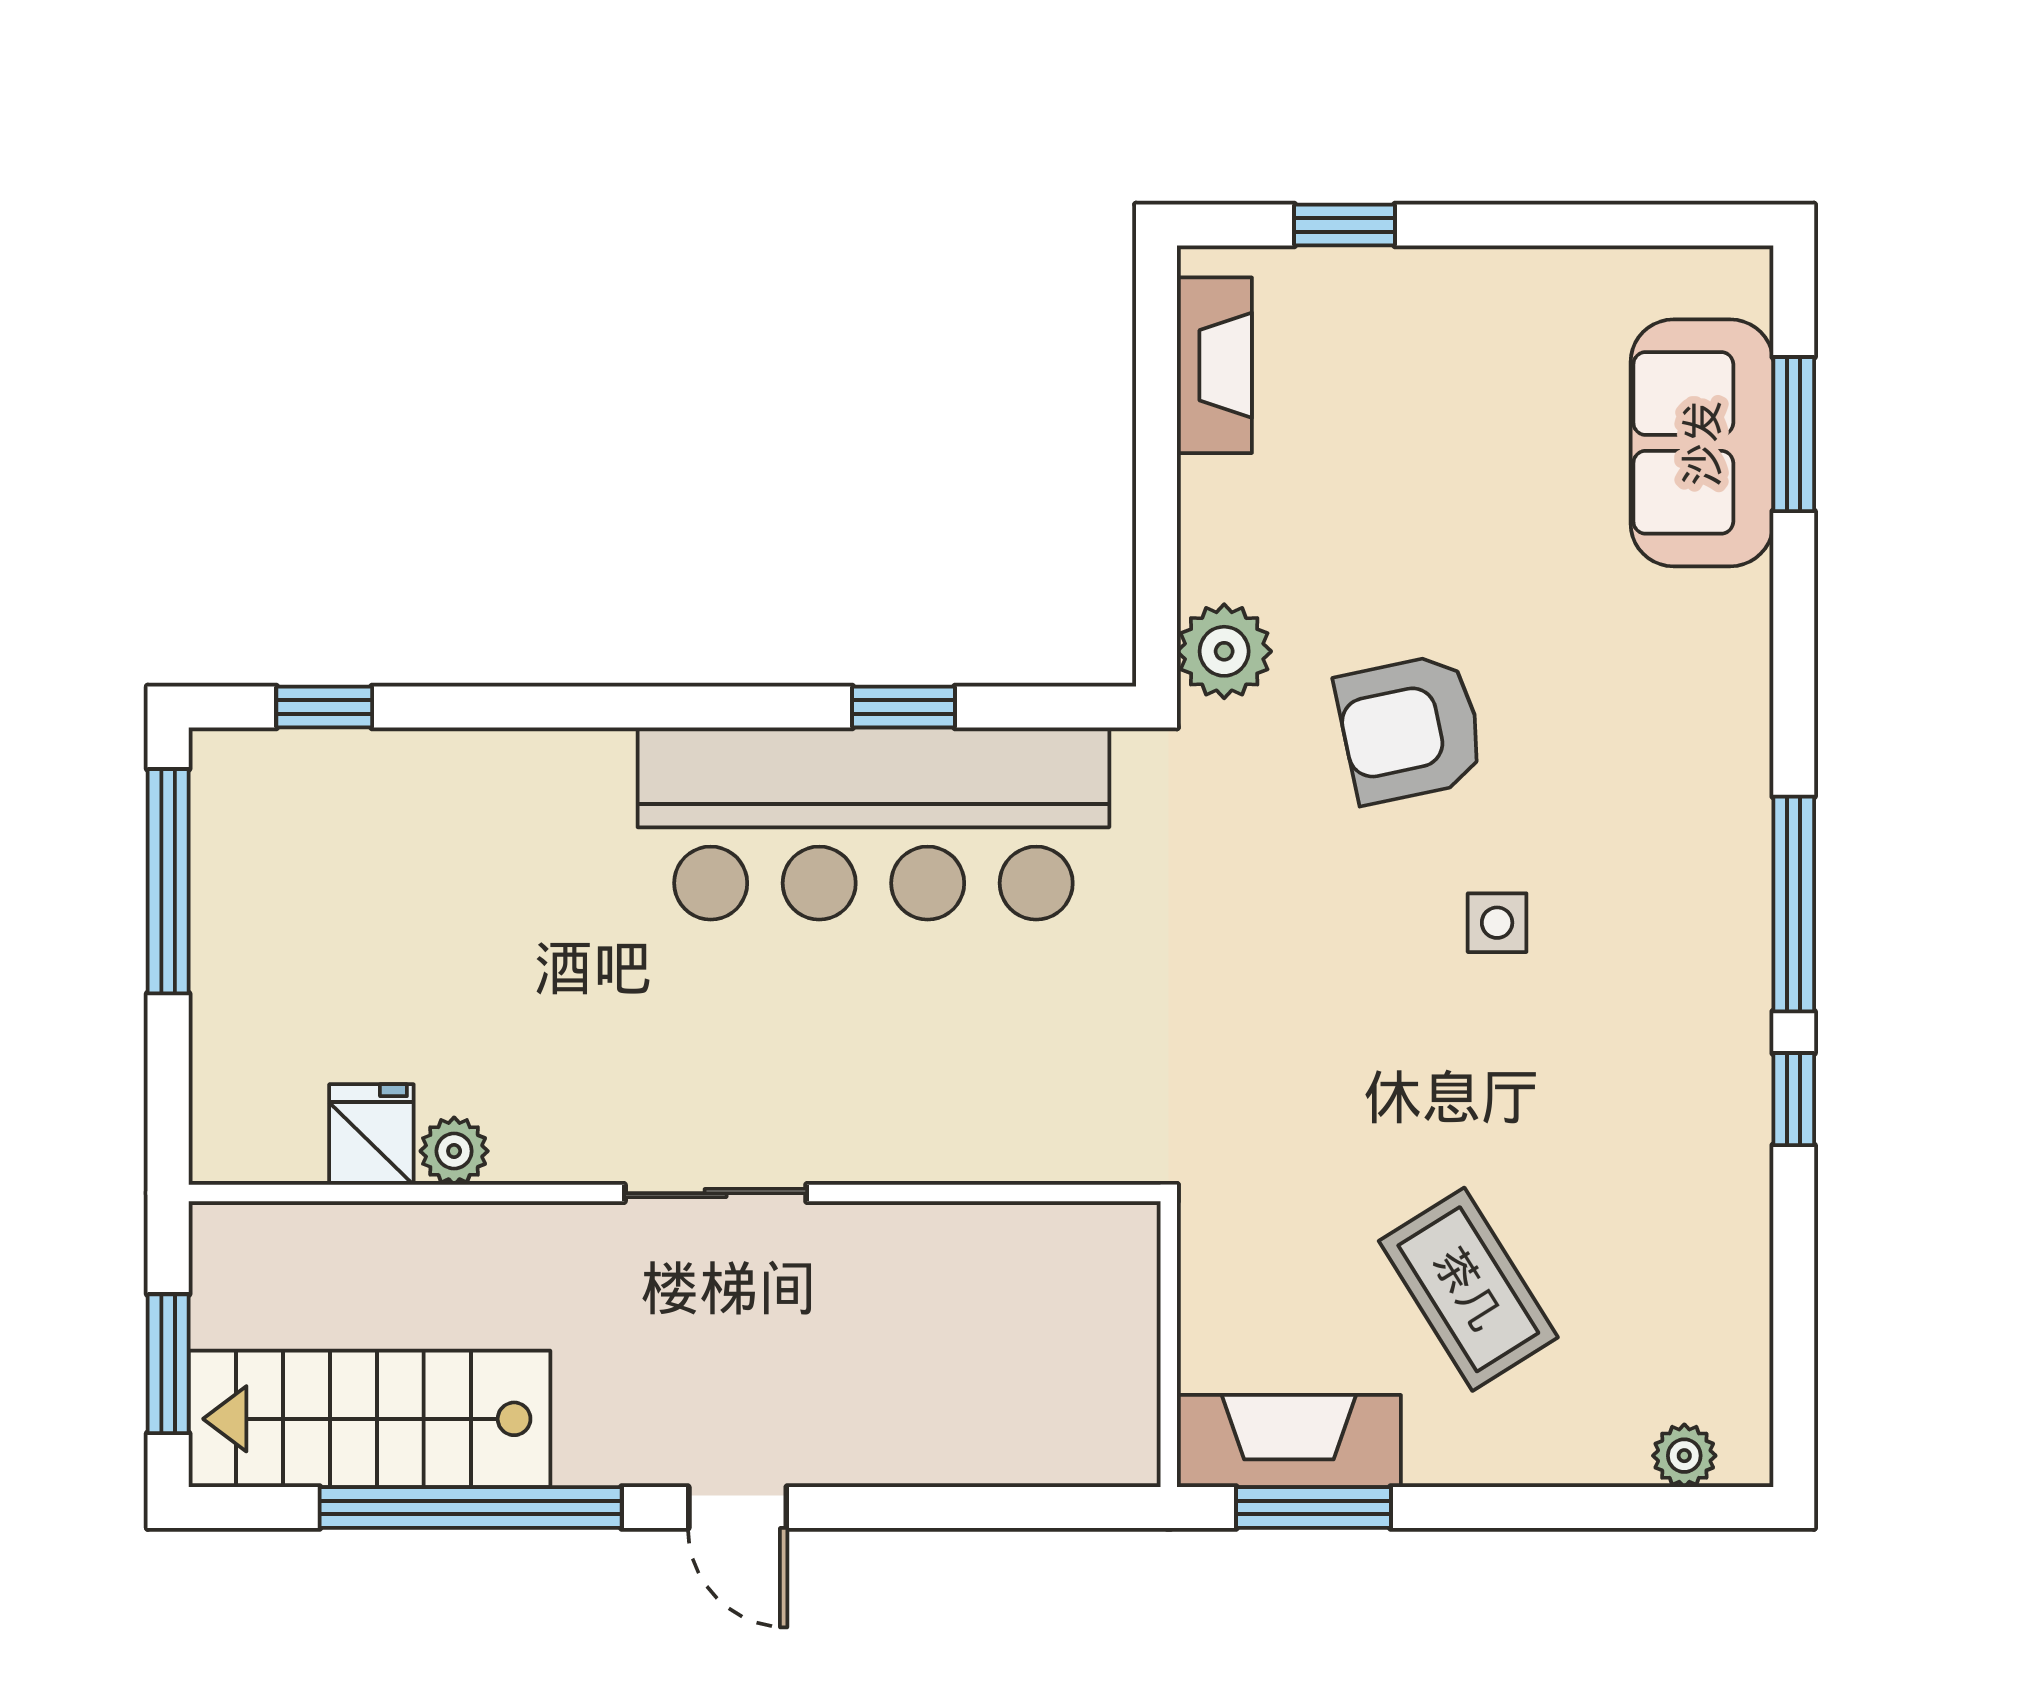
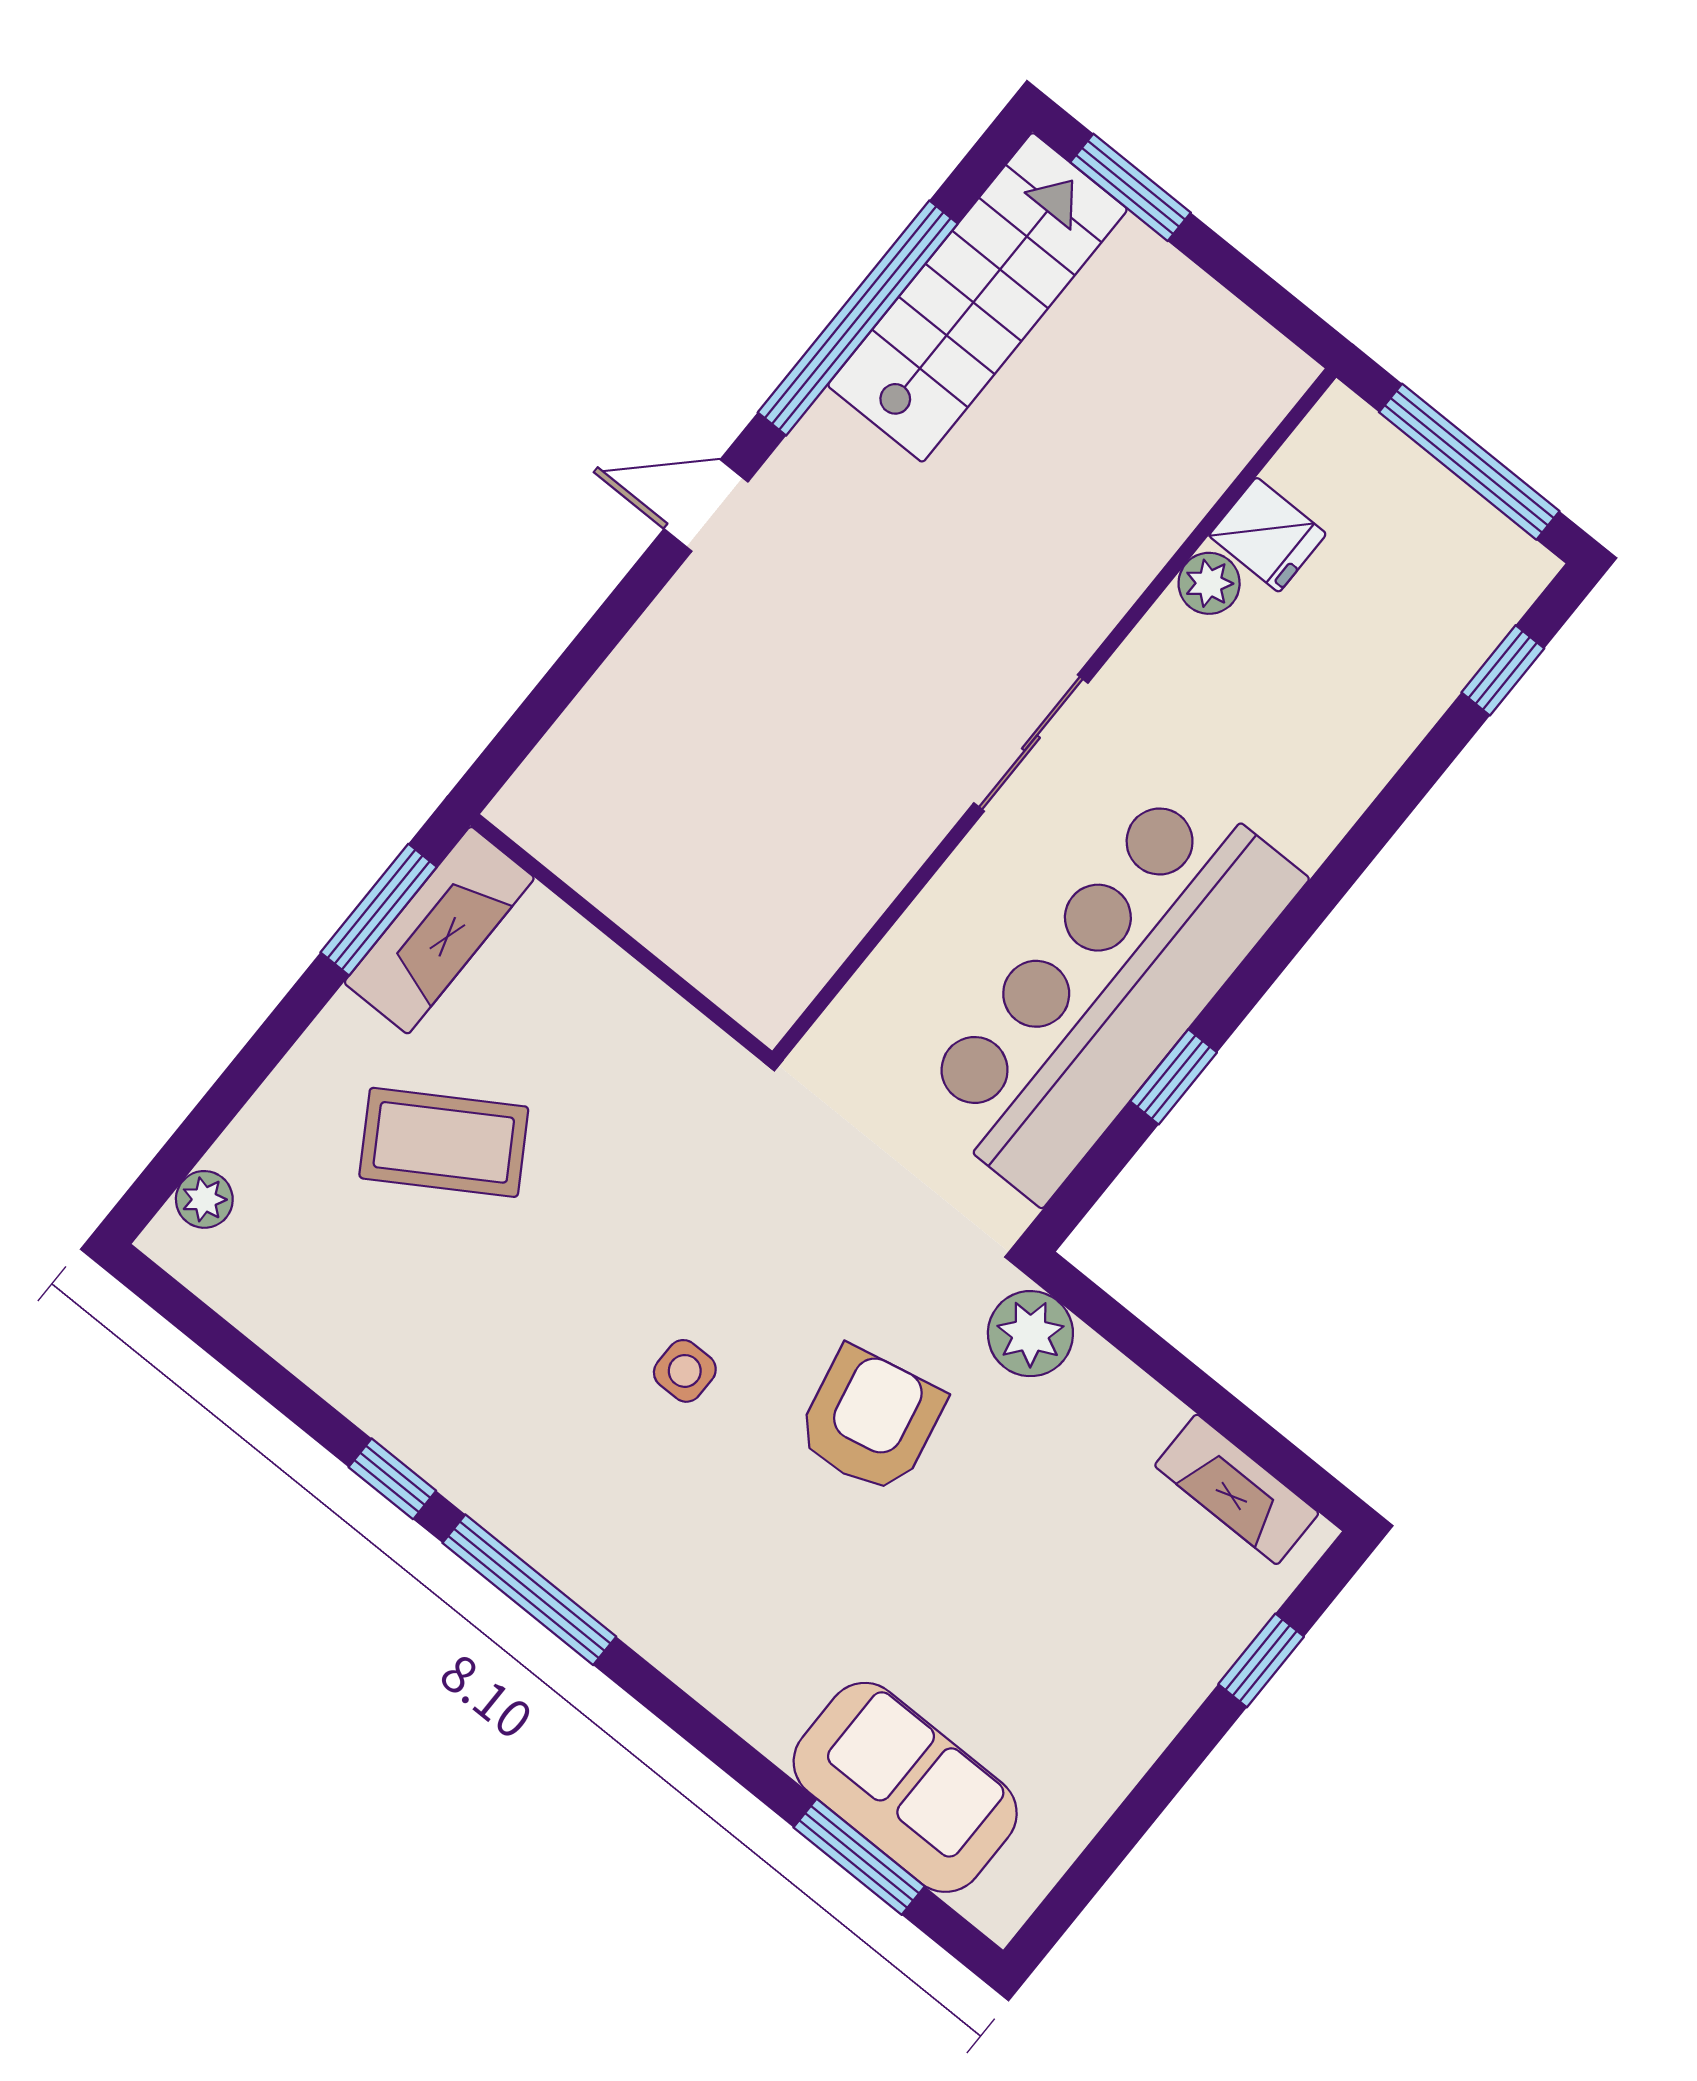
fridge: (371, 1134) -> (1268, 535), moved
plant: (454, 1151) -> (1209, 583), moved
wall: (675, 1193) -> (1054, 714), moved
sliding door: (716, 1193) -> (1031, 743), moved

